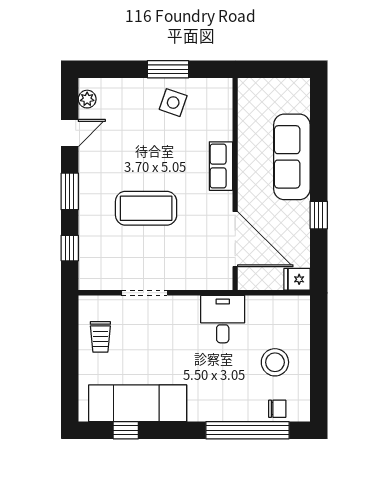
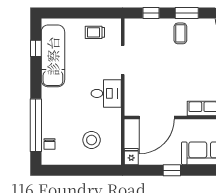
coffee table: (146, 208) -> (180, 33), moved, width x0.54, depth x0.58
desk: (223, 319) -> (106, 93), moved
stool: (275, 362) -> (92, 140), moved

